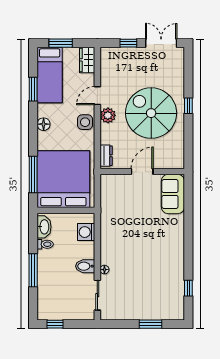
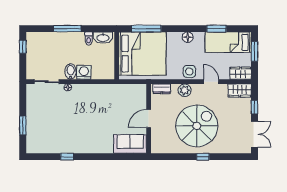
wardrobe: (108, 61) -> (240, 91), added
plant: (108, 115) -> (185, 90), moved
door: (142, 172) -> (149, 119), swing flipped
washing machine: (86, 232) -> (84, 72), moved
window: (188, 288) -> (67, 157), moved

